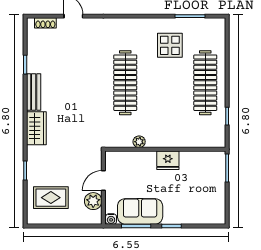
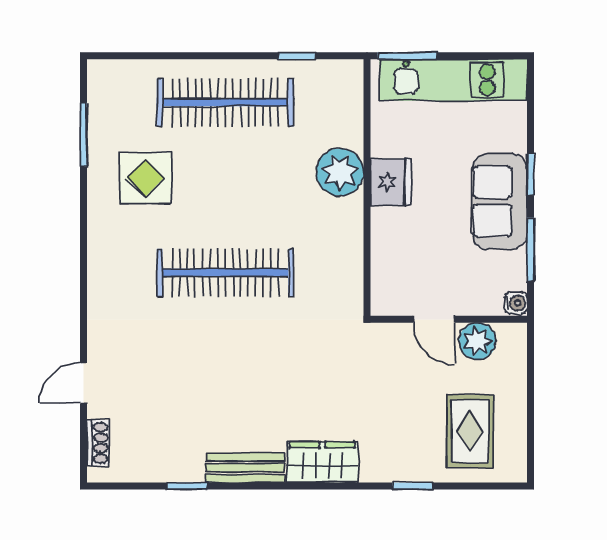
plant: (139, 142) -> (340, 172), moved, width x1.87, depth x1.87
kitchen unit: (216, 190) -> (453, 80), added
sofa: (140, 211) -> (500, 201), moved

